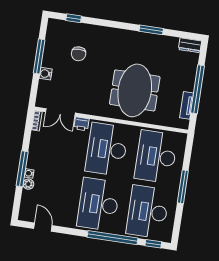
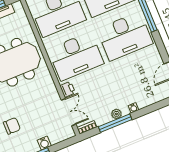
window: (22, 169) -> (115, 123), moved
plant: (28, 184) -> (116, 114), moved

